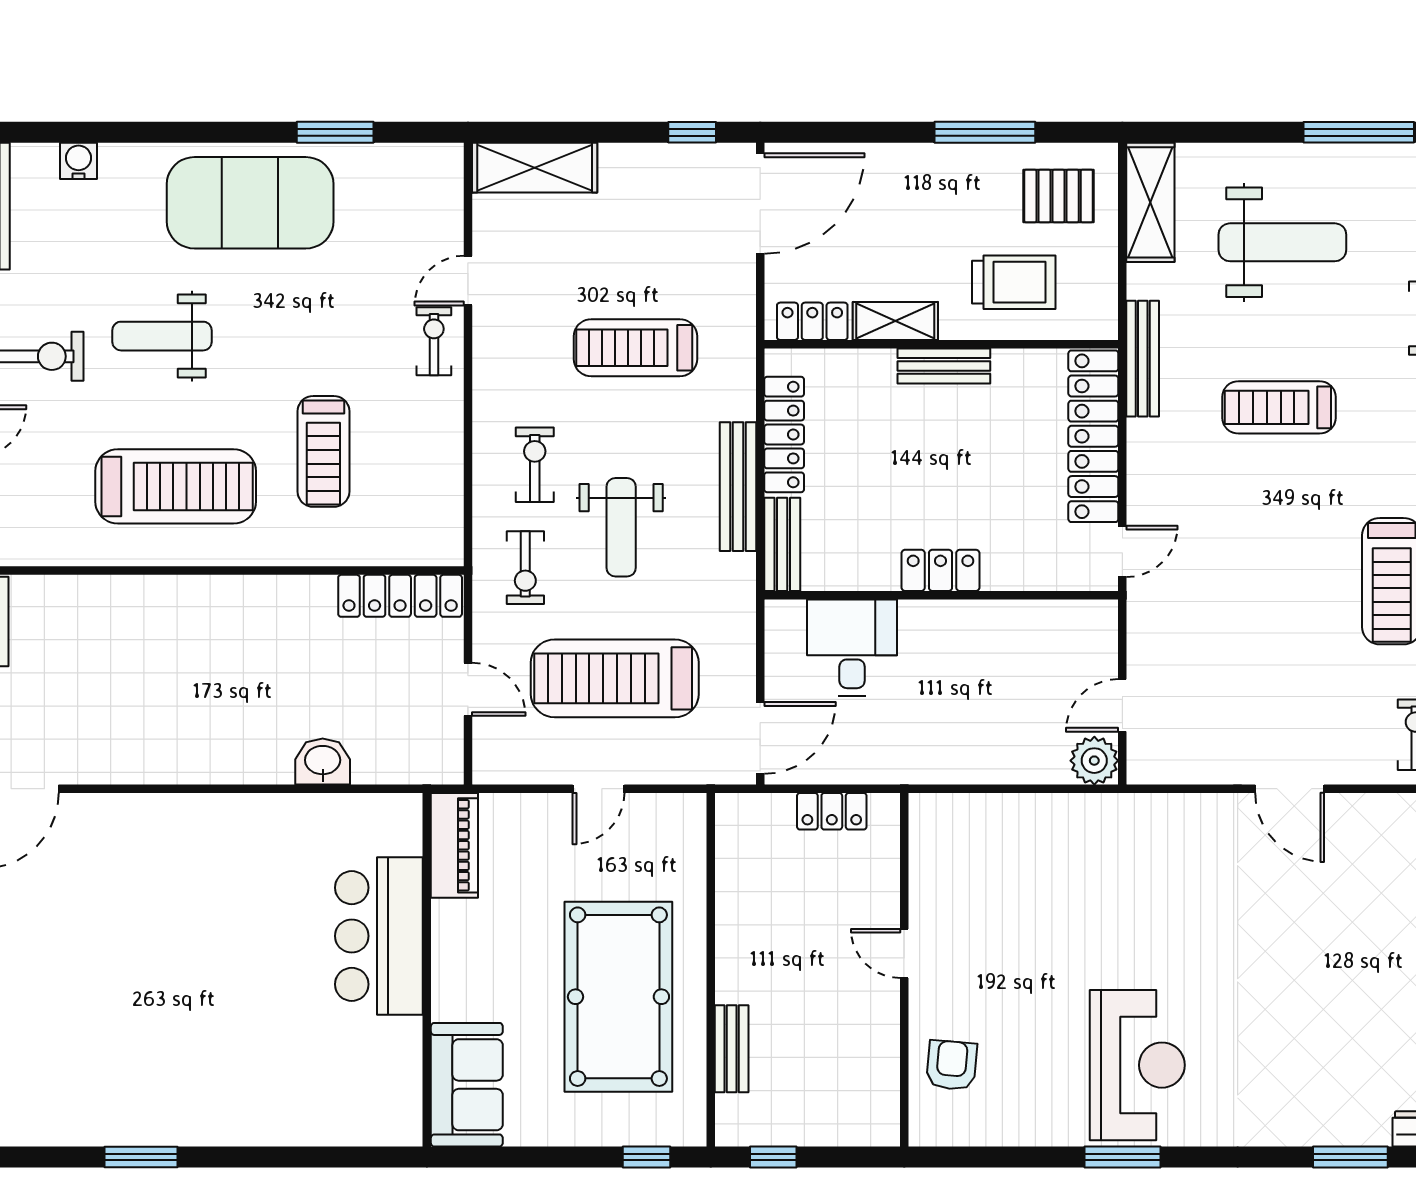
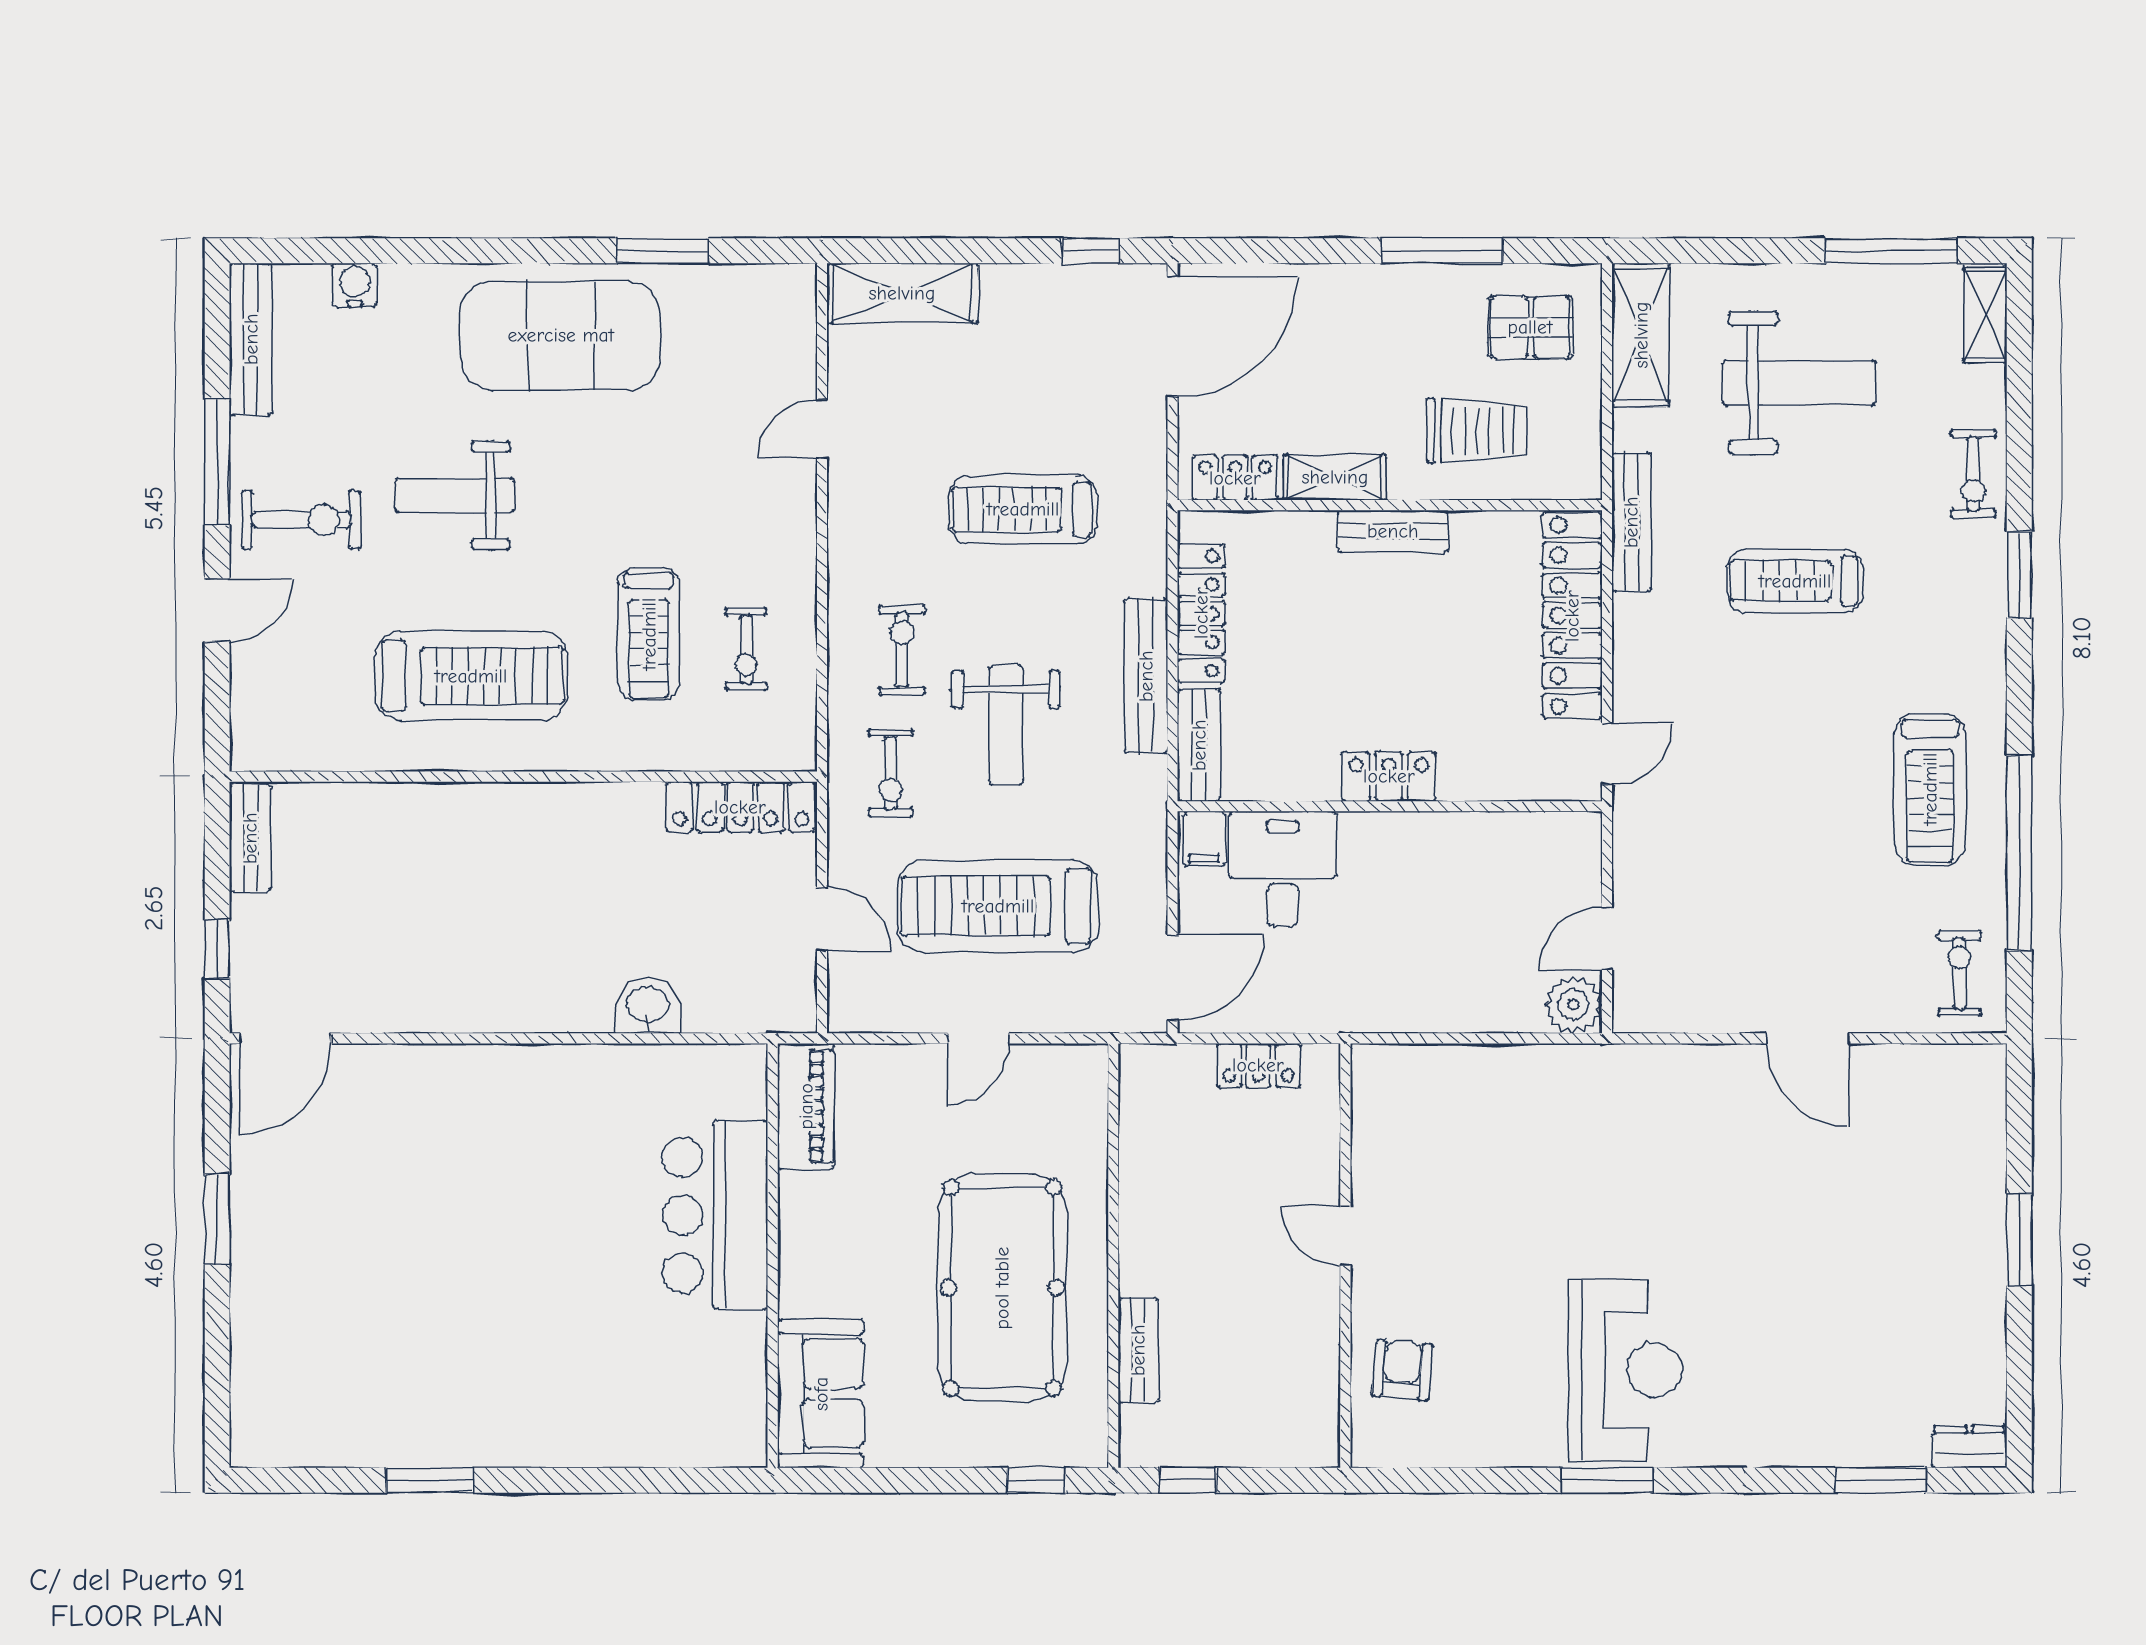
exercise bike: (434, 341) -> (746, 649), moved, turned 180
filing cabinet: (787, 623) -> (1204, 839), added

